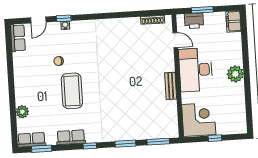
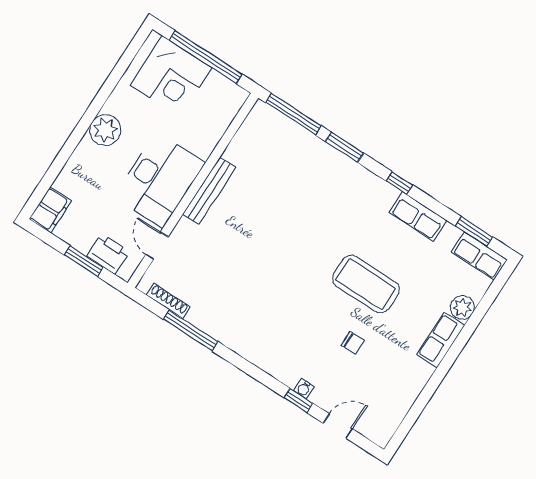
window: (133, 14) -> (191, 331), added
row of seats: (18, 38) -> (441, 340), moved
bench: (171, 86) -> (209, 191), width x1.36
coffee table: (72, 91) -> (366, 284), turned 90
corner desk: (199, 120) -> (171, 76), moved, turned -90
window: (215, 138) -> (206, 57), width x3.17
window: (158, 142) -> (294, 114), width x1.44

